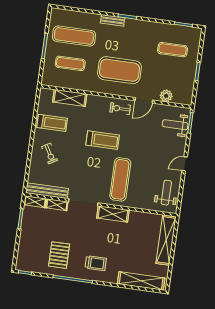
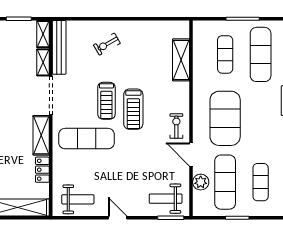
exercise mat: (169, 77) -> (225, 182), added
treadmill: (52, 123) -> (106, 101), moved
weight bench: (175, 125) -> (166, 199), turned -90
locker: (140, 217) -> (42, 170), added

